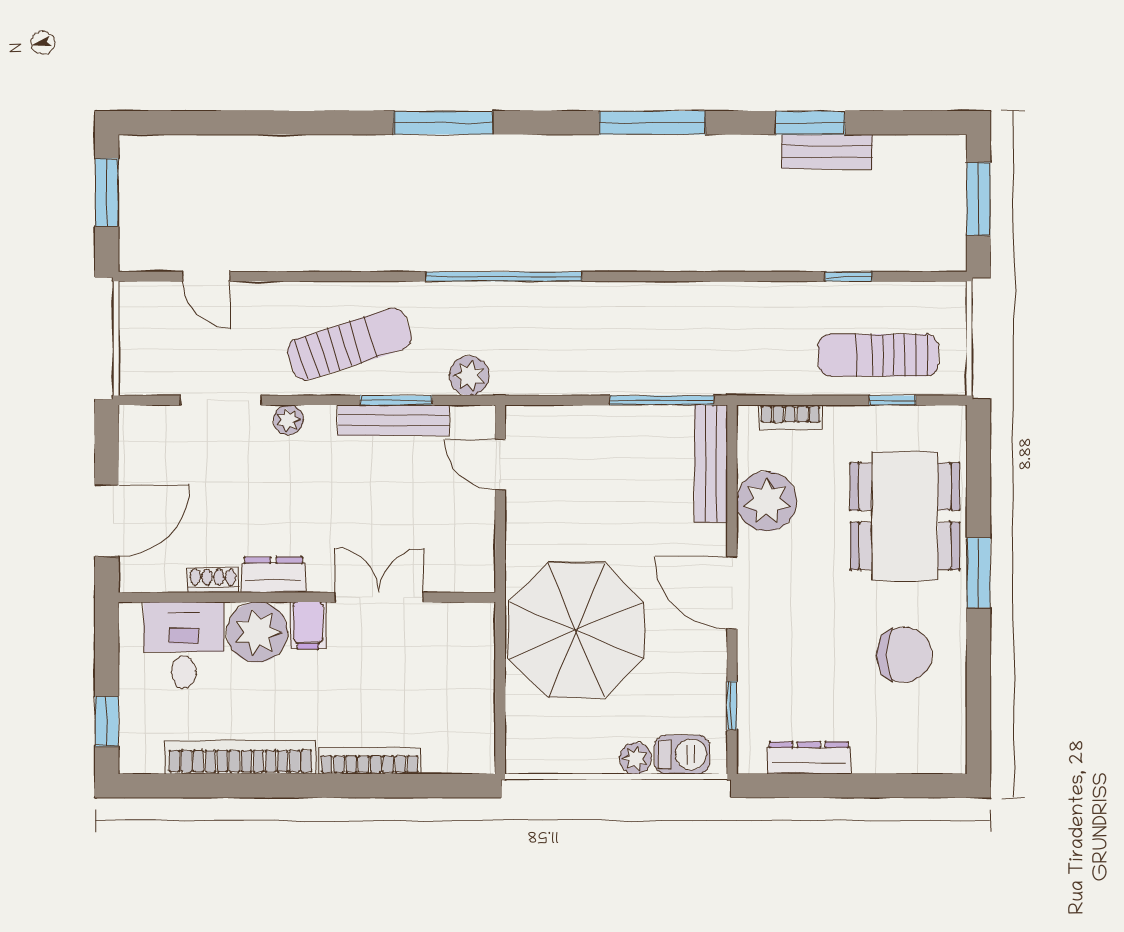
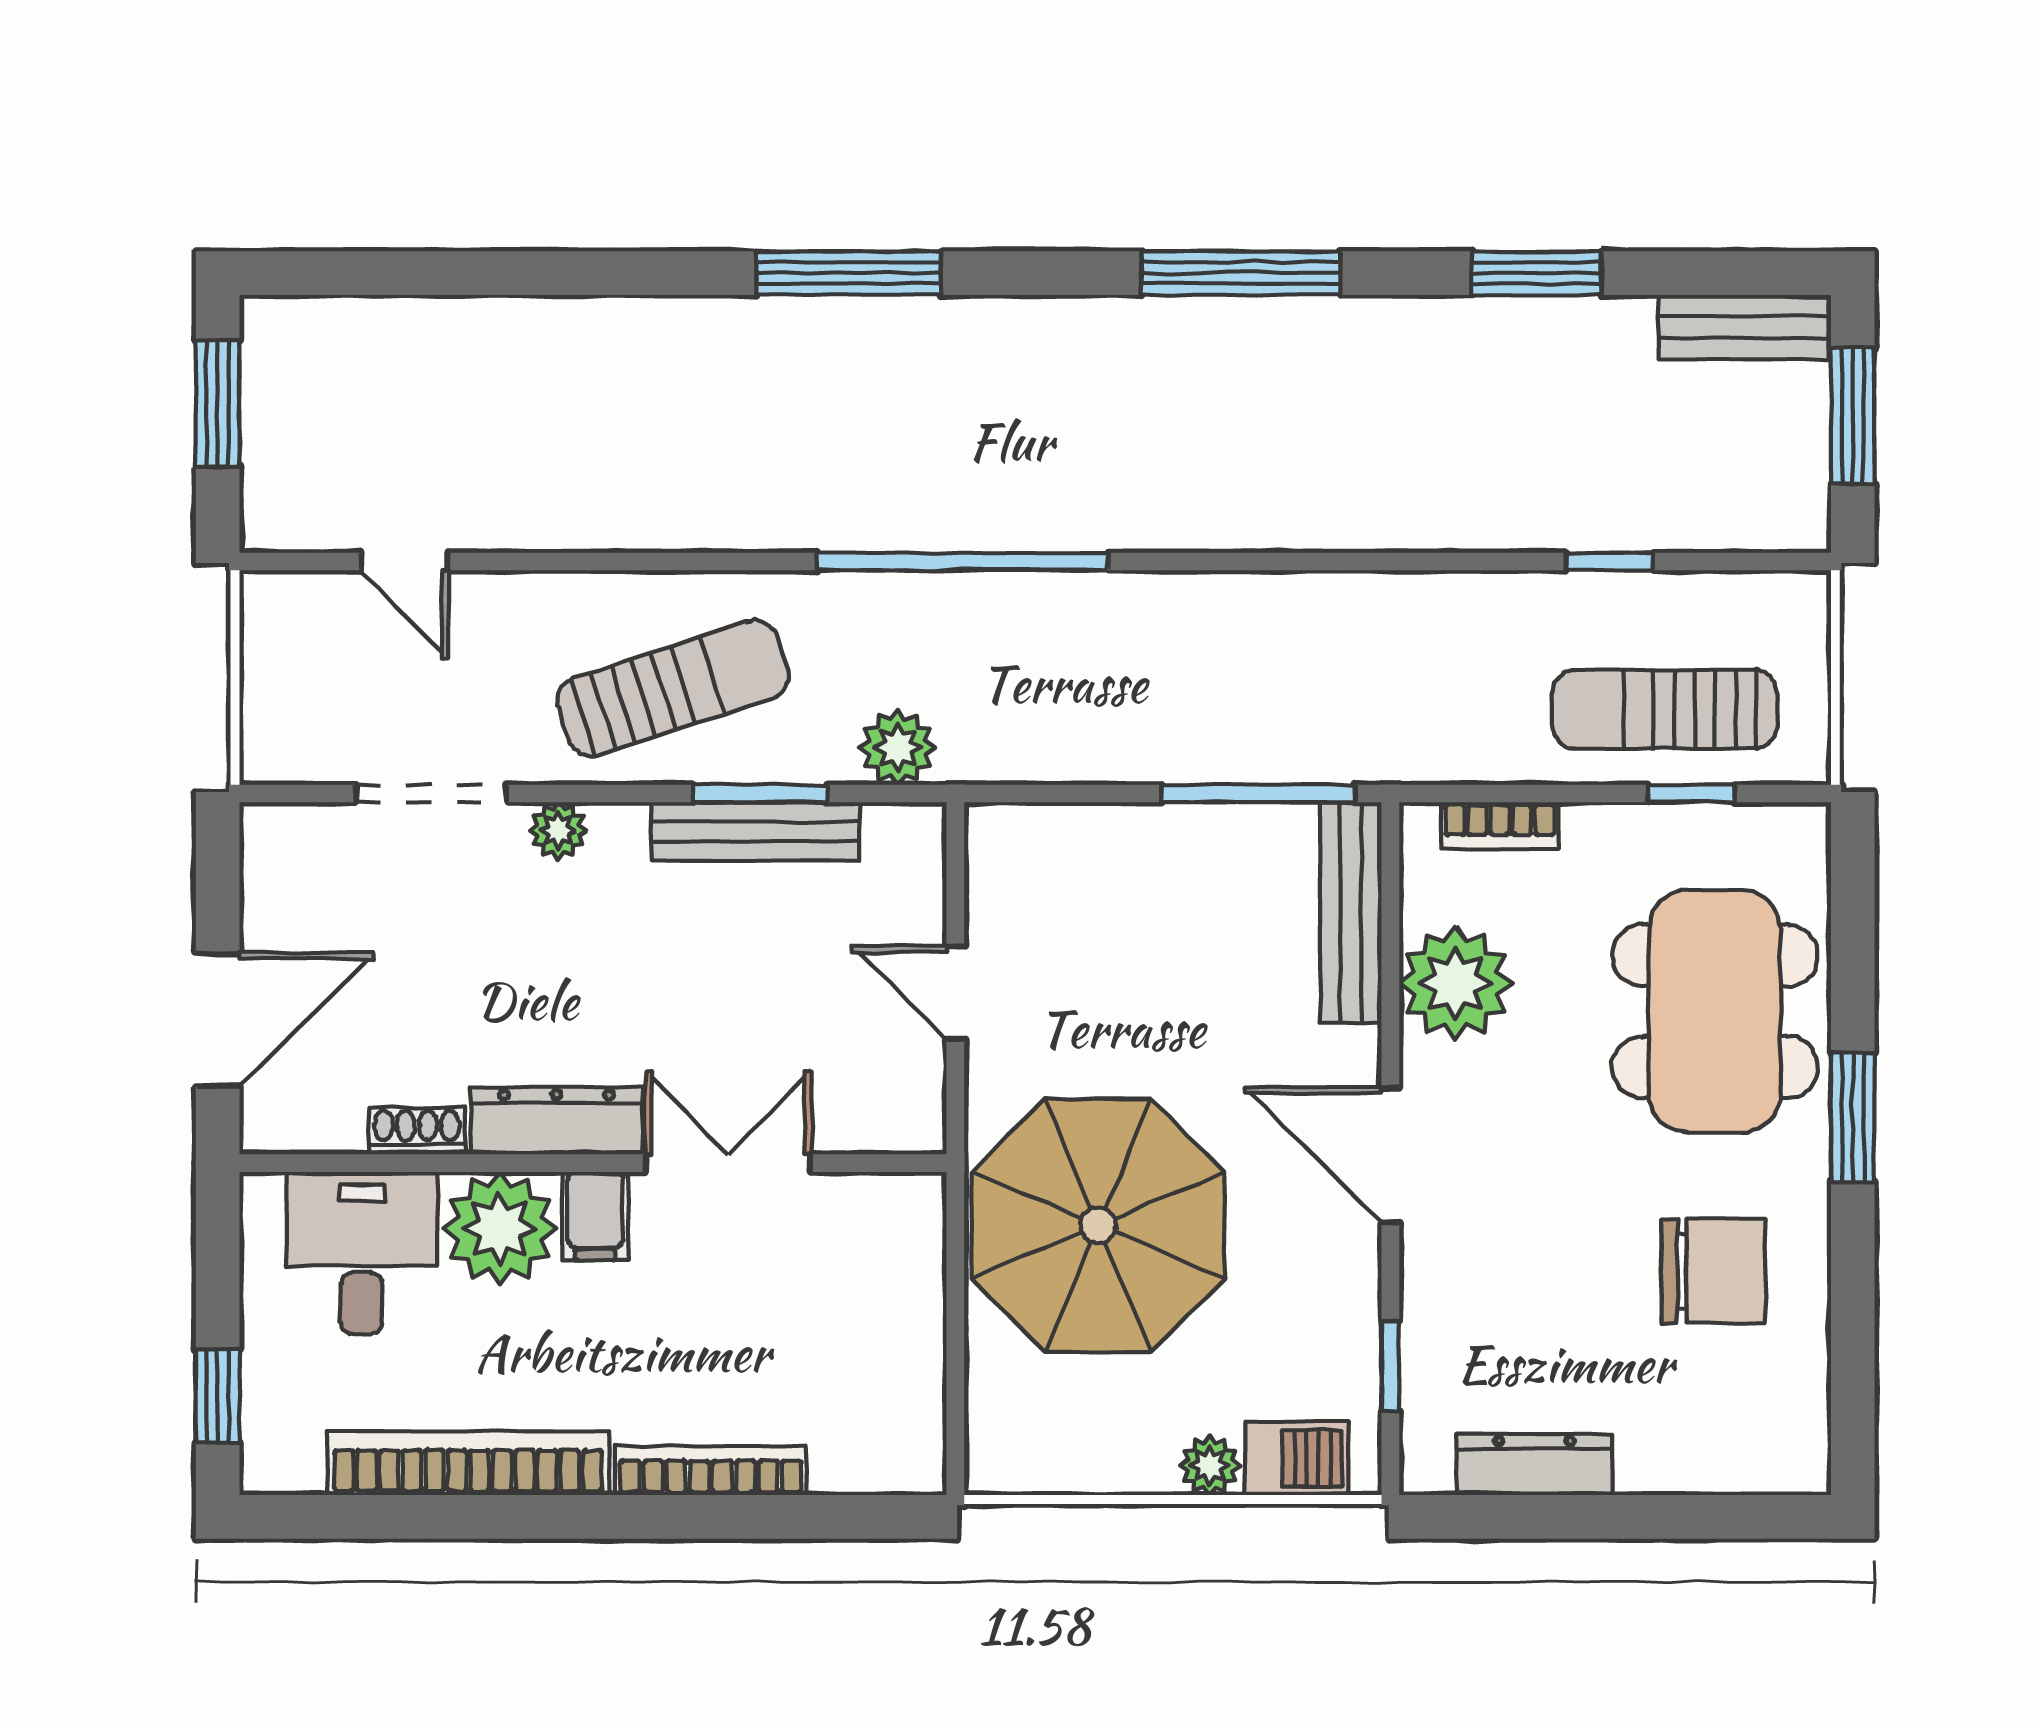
bench: (827, 152) -> (1744, 327), moved
door: (500, 465) -> (955, 993), moved
dresser: (274, 575) -> (556, 1121), width x1.44

